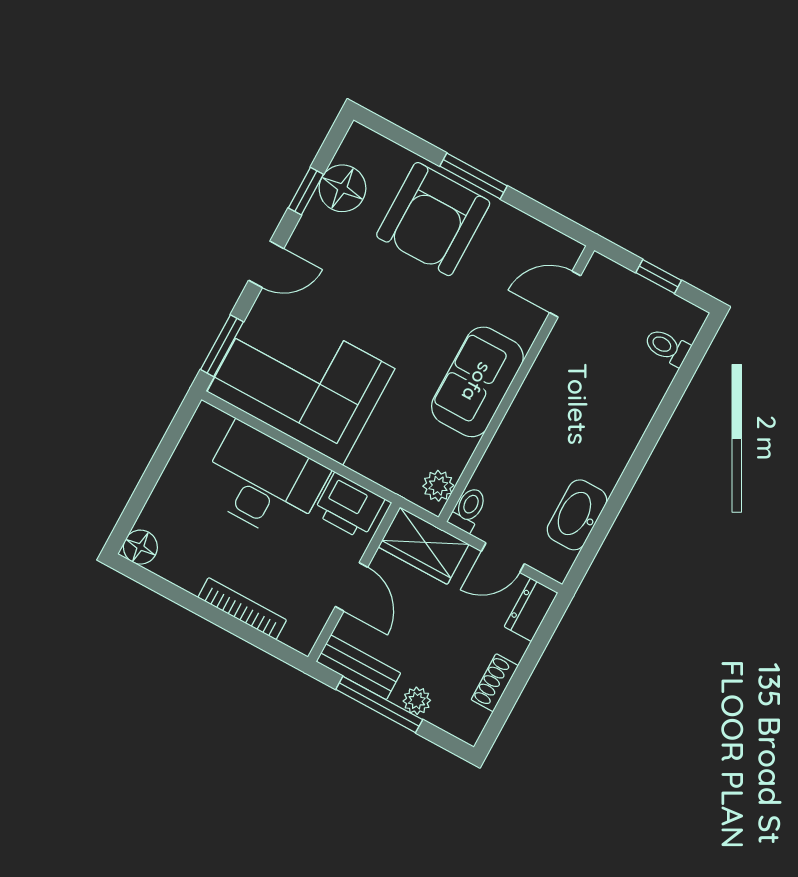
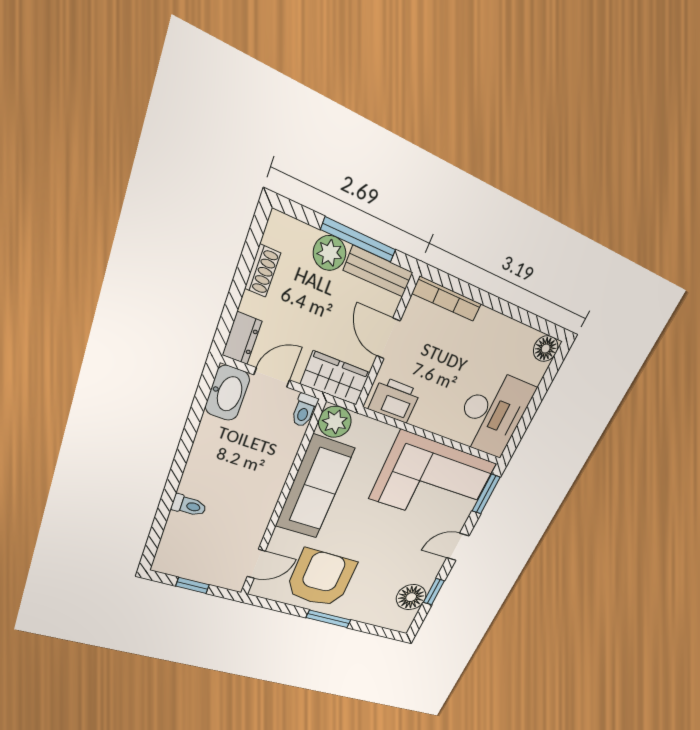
armchair: (433, 219) -> (321, 578), moved
toilet: (667, 347) -> (189, 506), moved
sofa: (477, 382) -> (314, 488), width x1.36
desk: (264, 482) -> (493, 413), moved, turned -90
plant: (438, 486) -> (335, 422), width x1.38, depth x1.38
washbasin: (577, 515) -> (227, 393), moved
bookcase: (242, 609) -> (447, 299), moved
plant: (417, 701) -> (329, 253), width x1.38, depth x1.38

